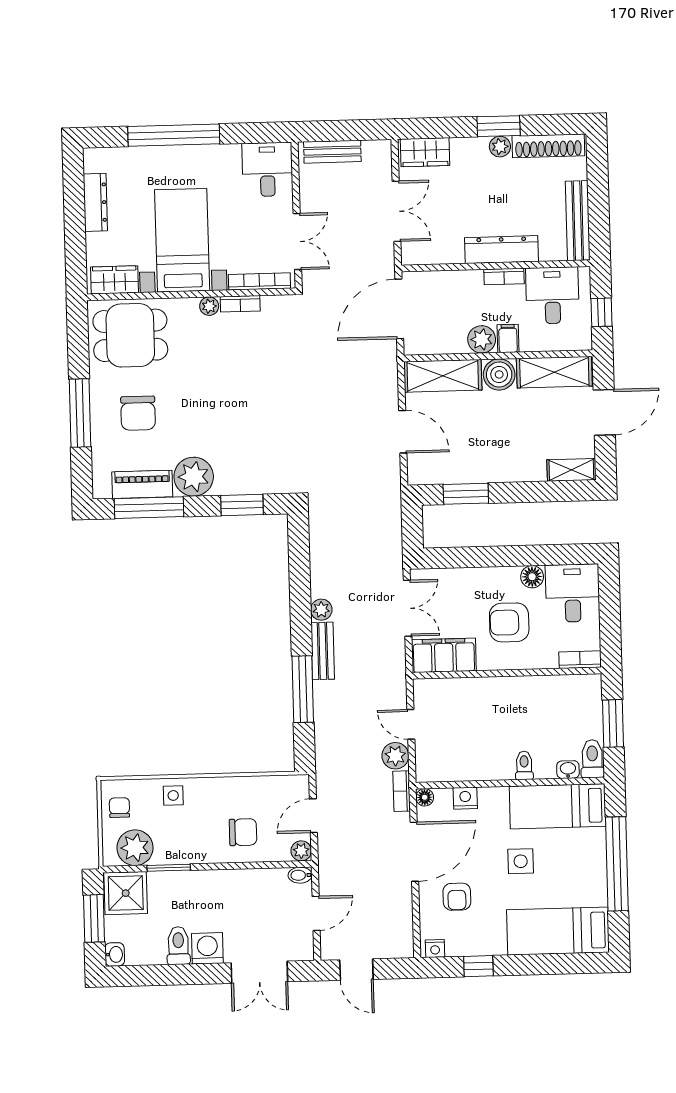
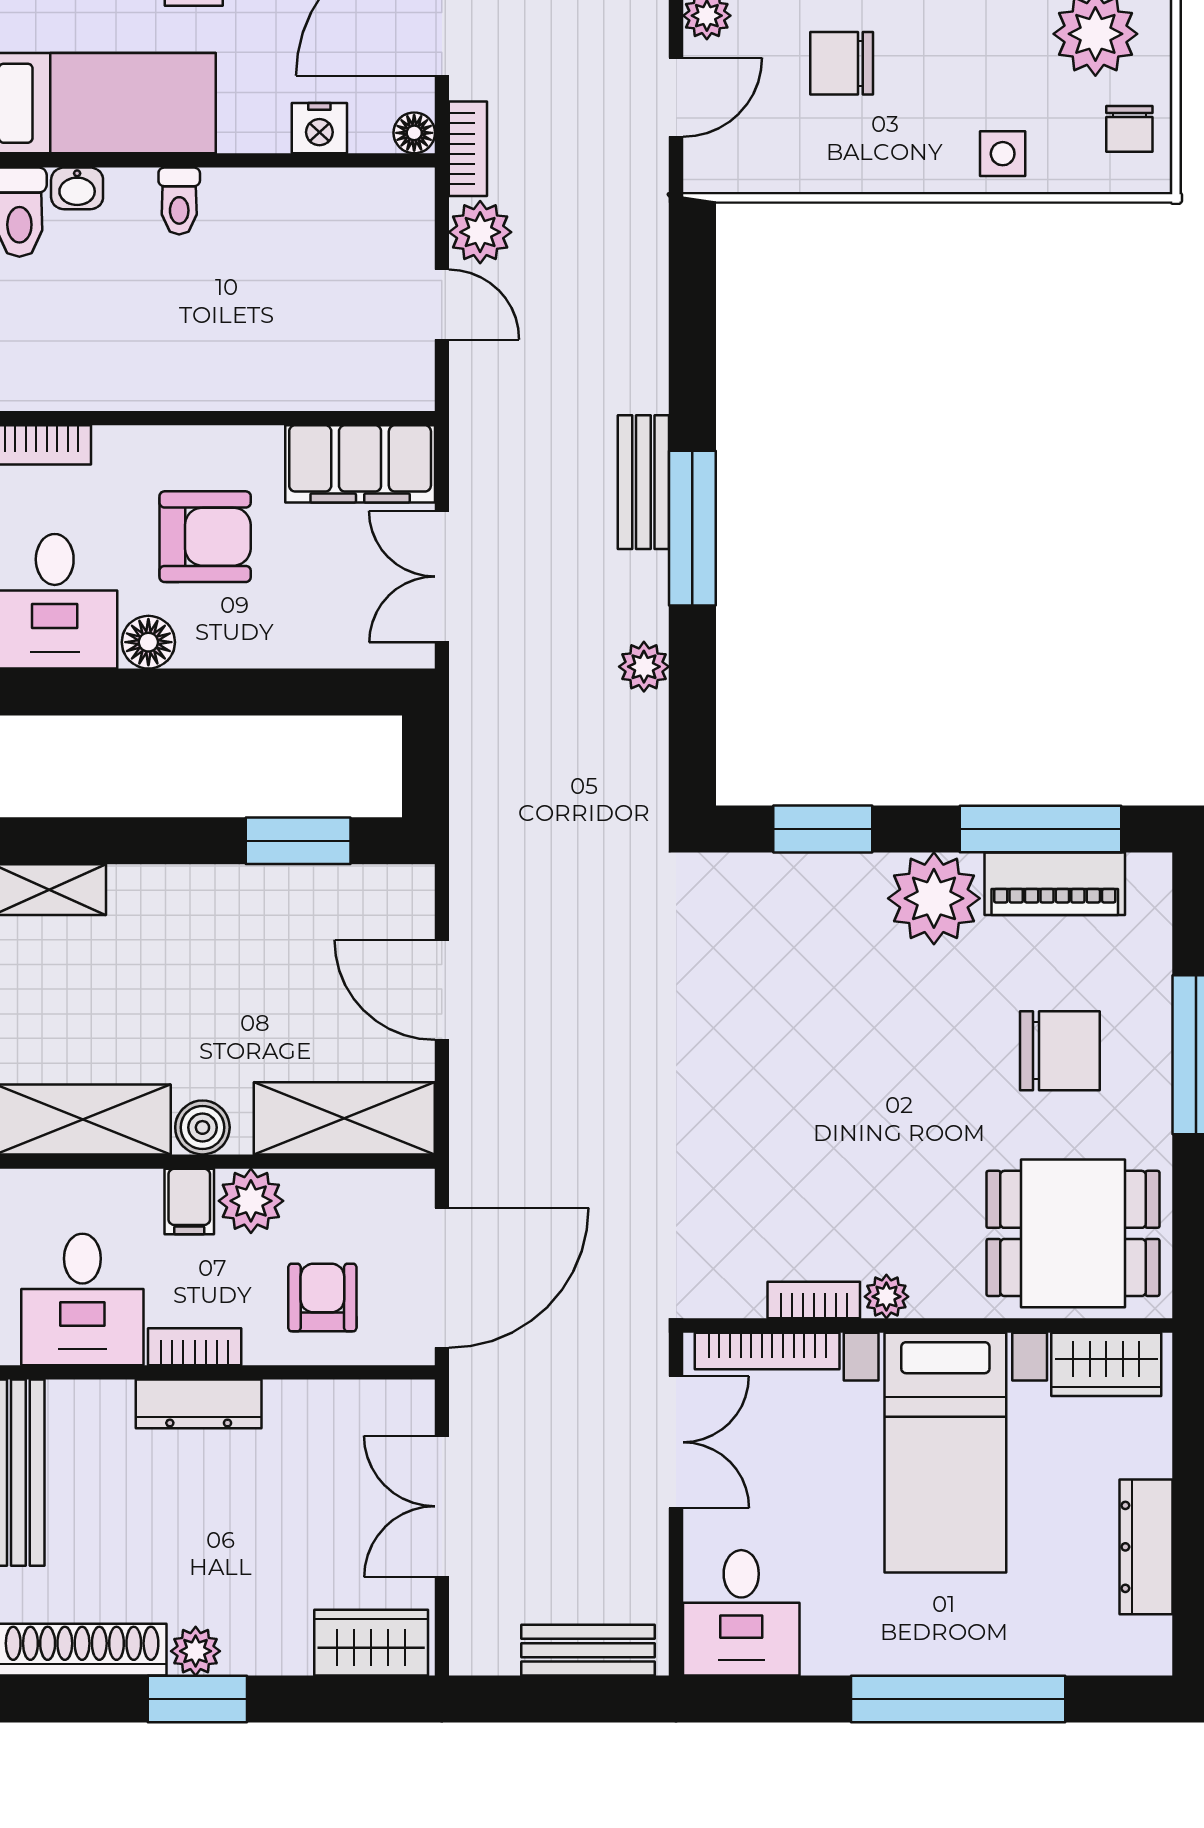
double door: (297, 241) -> (676, 1442), swing flipped
dresser: (501, 250) -> (199, 1404), width x0.73, depth x0.80
armchair: (450, 299) -> (322, 1298), added
boiler: (499, 374) -> (202, 1127), width x0.73, depth x0.73
chair: (138, 413) -> (1060, 1051), turned 90
plant: (321, 610) -> (644, 667), moved
window: (303, 689) -> (692, 528), moved

